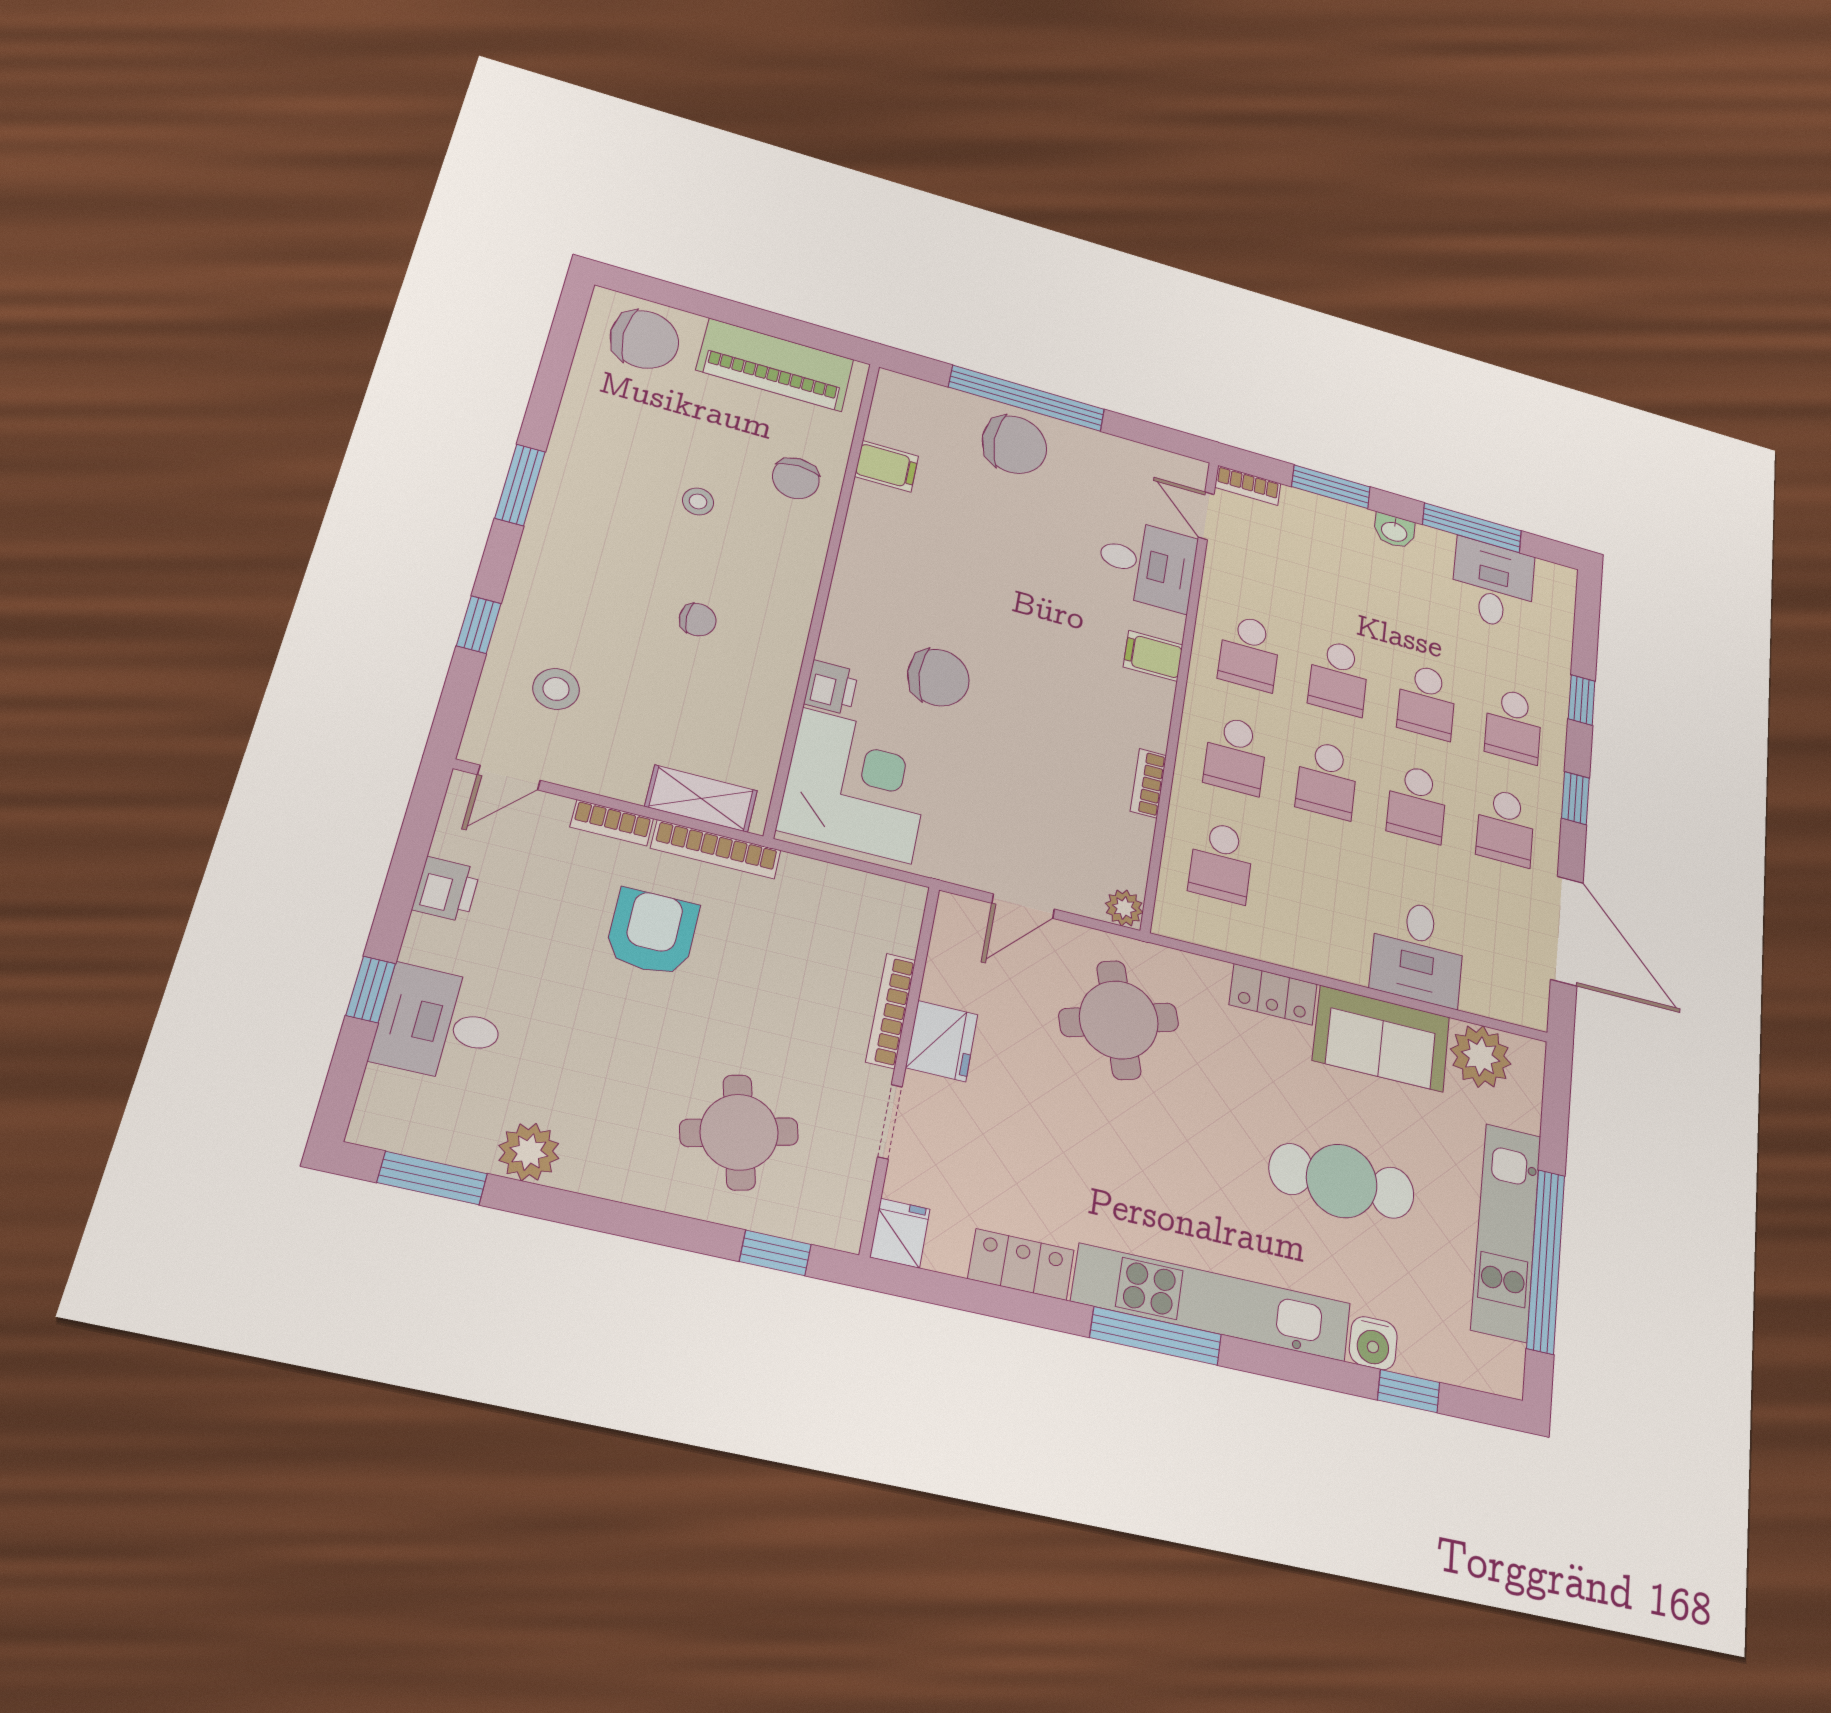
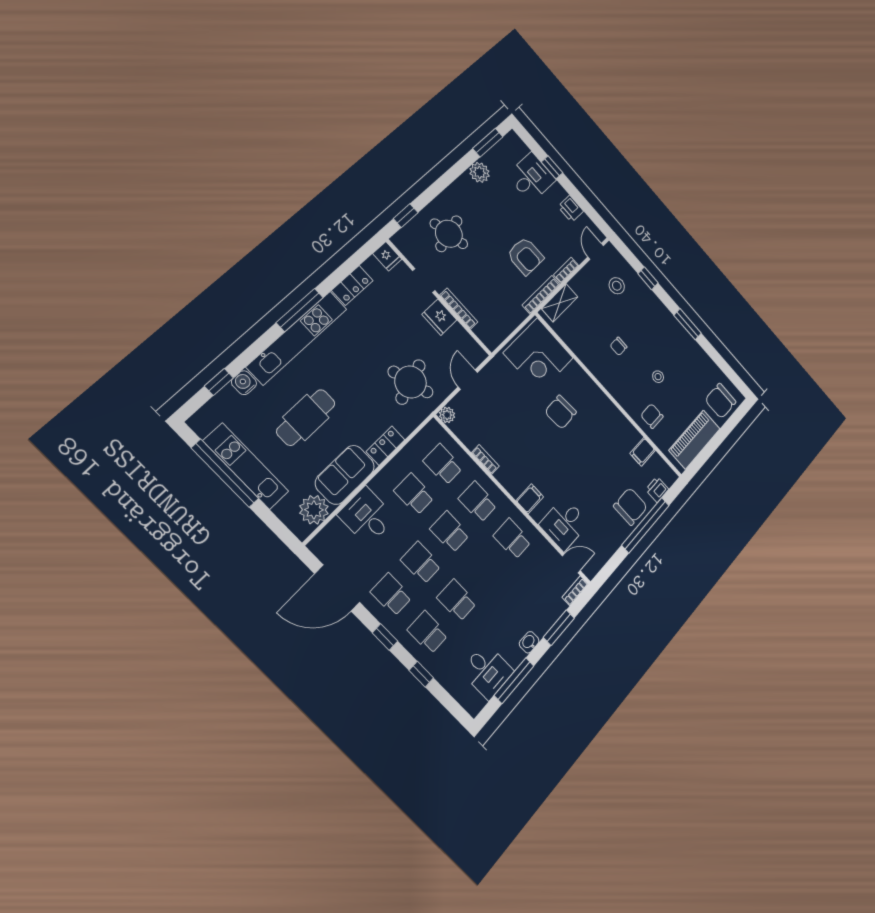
chair: (1014, 445) -> (630, 506), turned 180
school desk: (1338, 677) -> (414, 494), moved
printer: (831, 687) -> (657, 489), moved, turned 90

